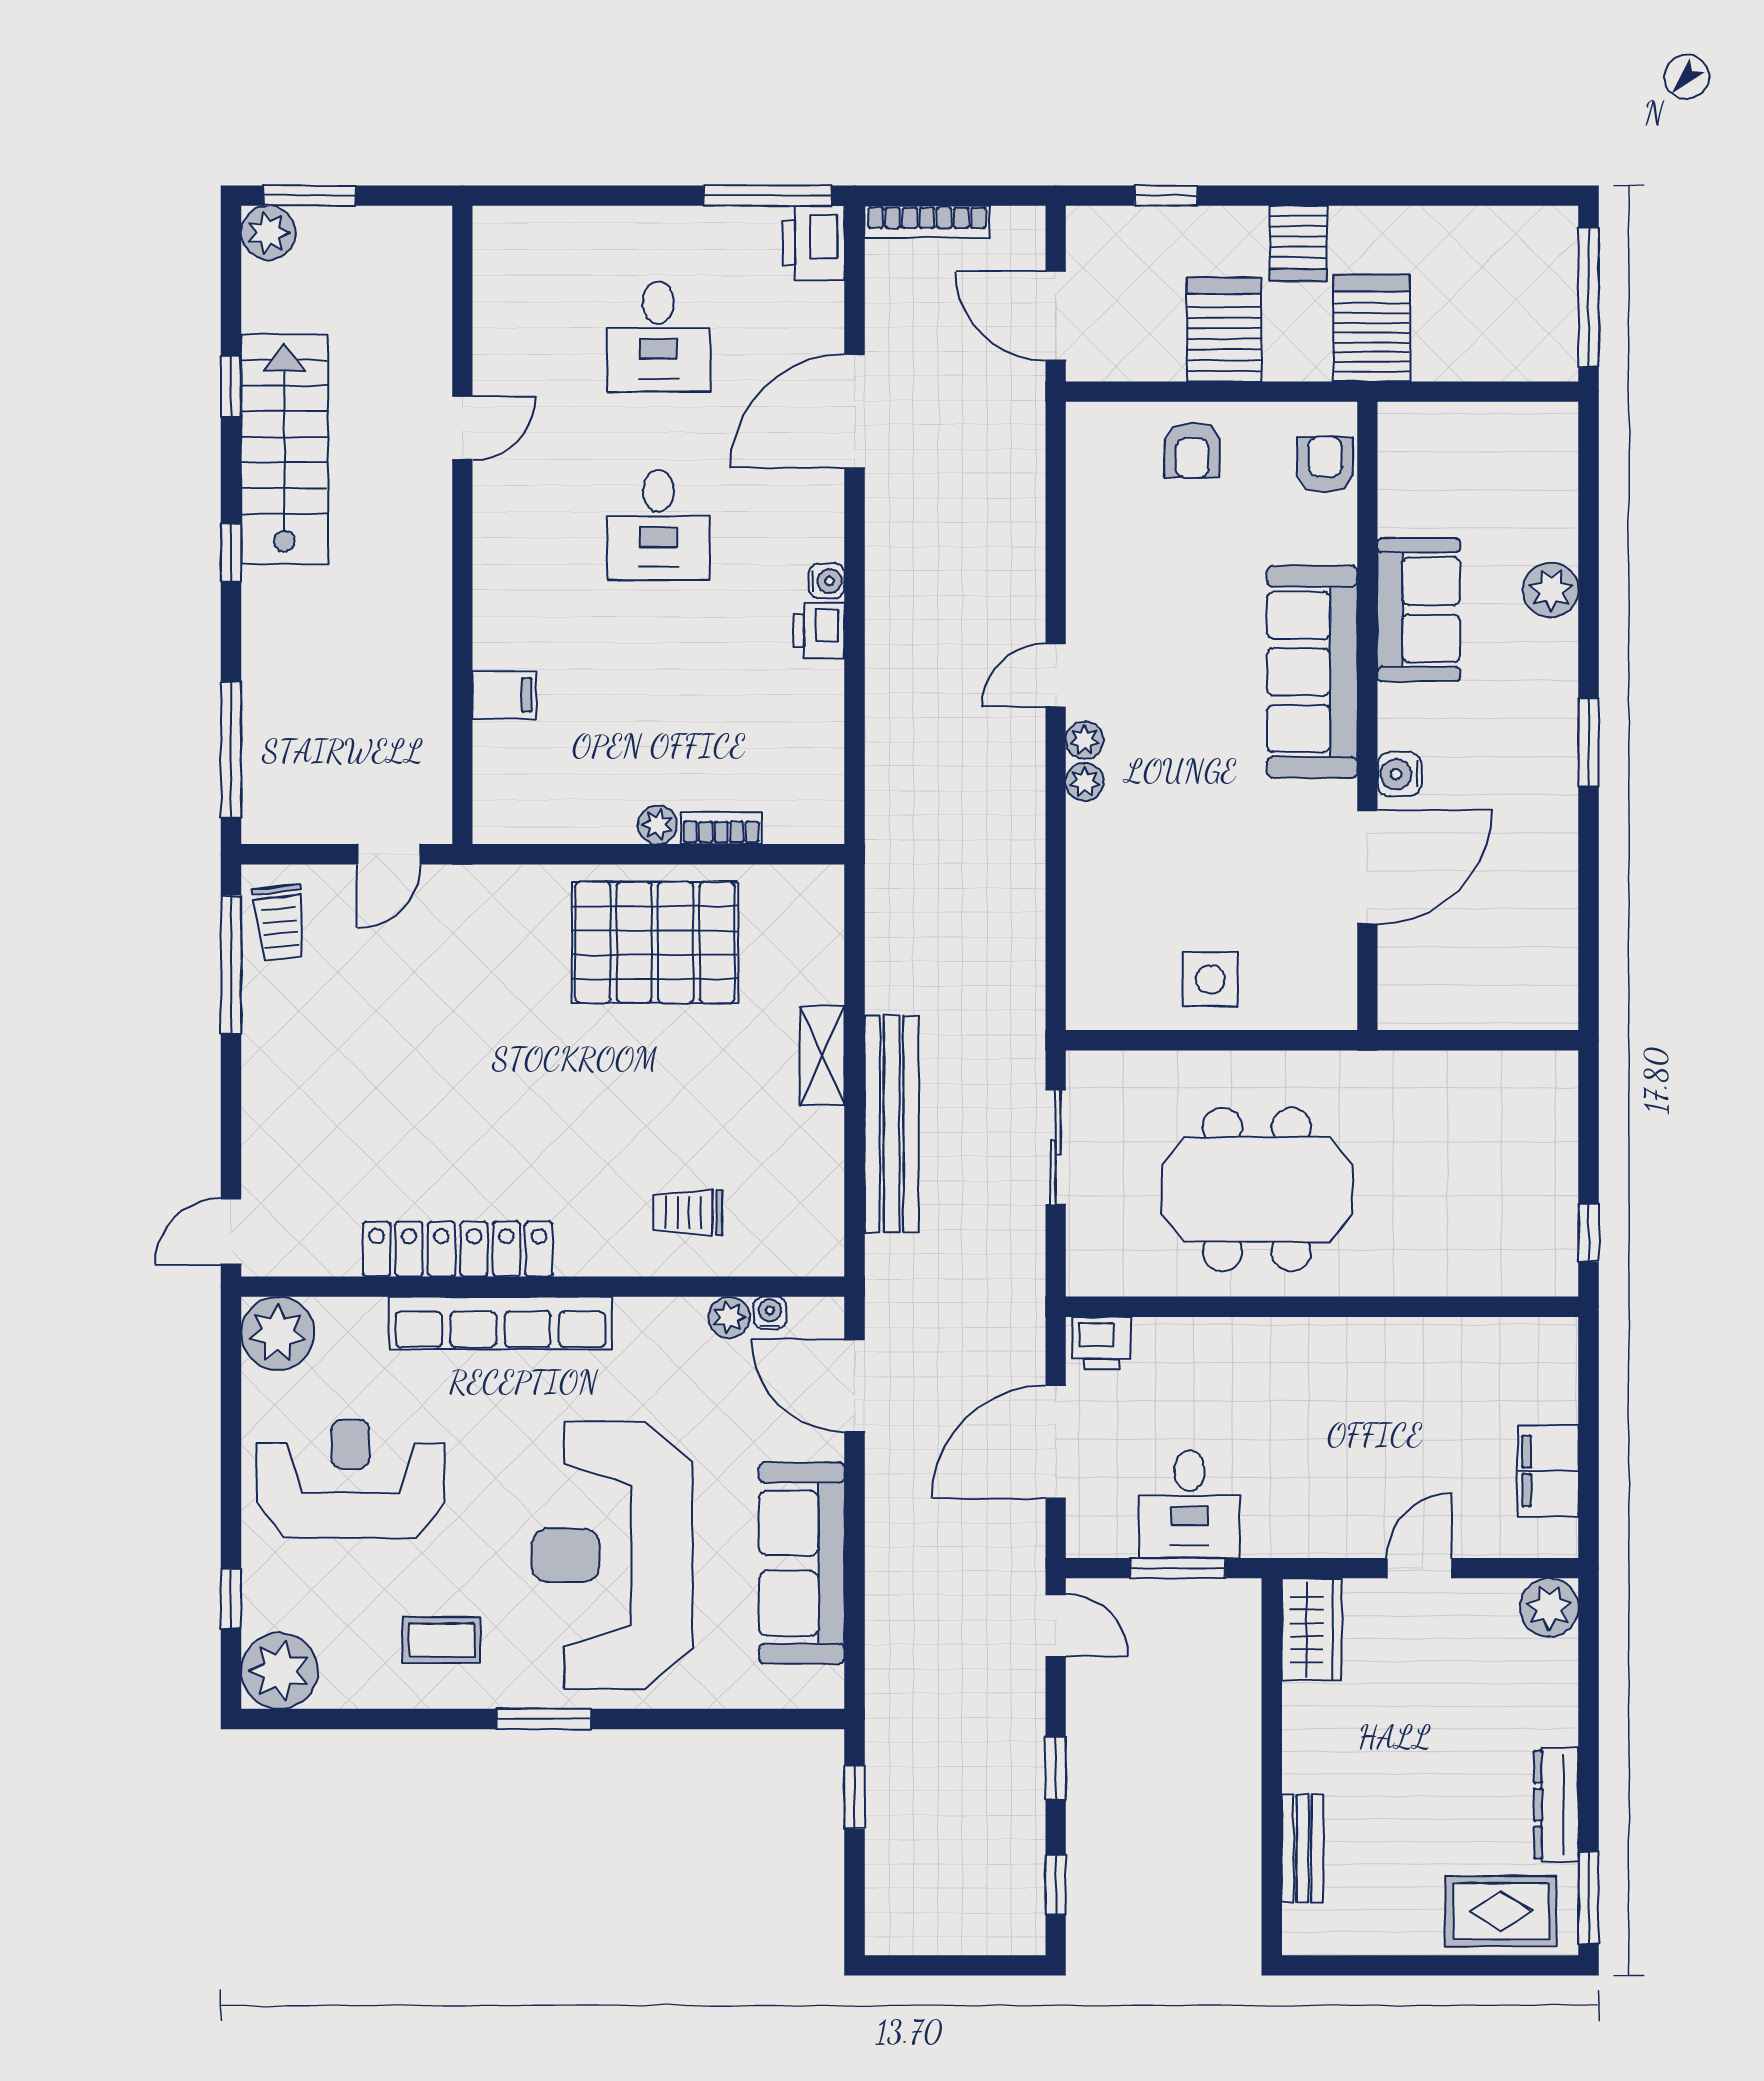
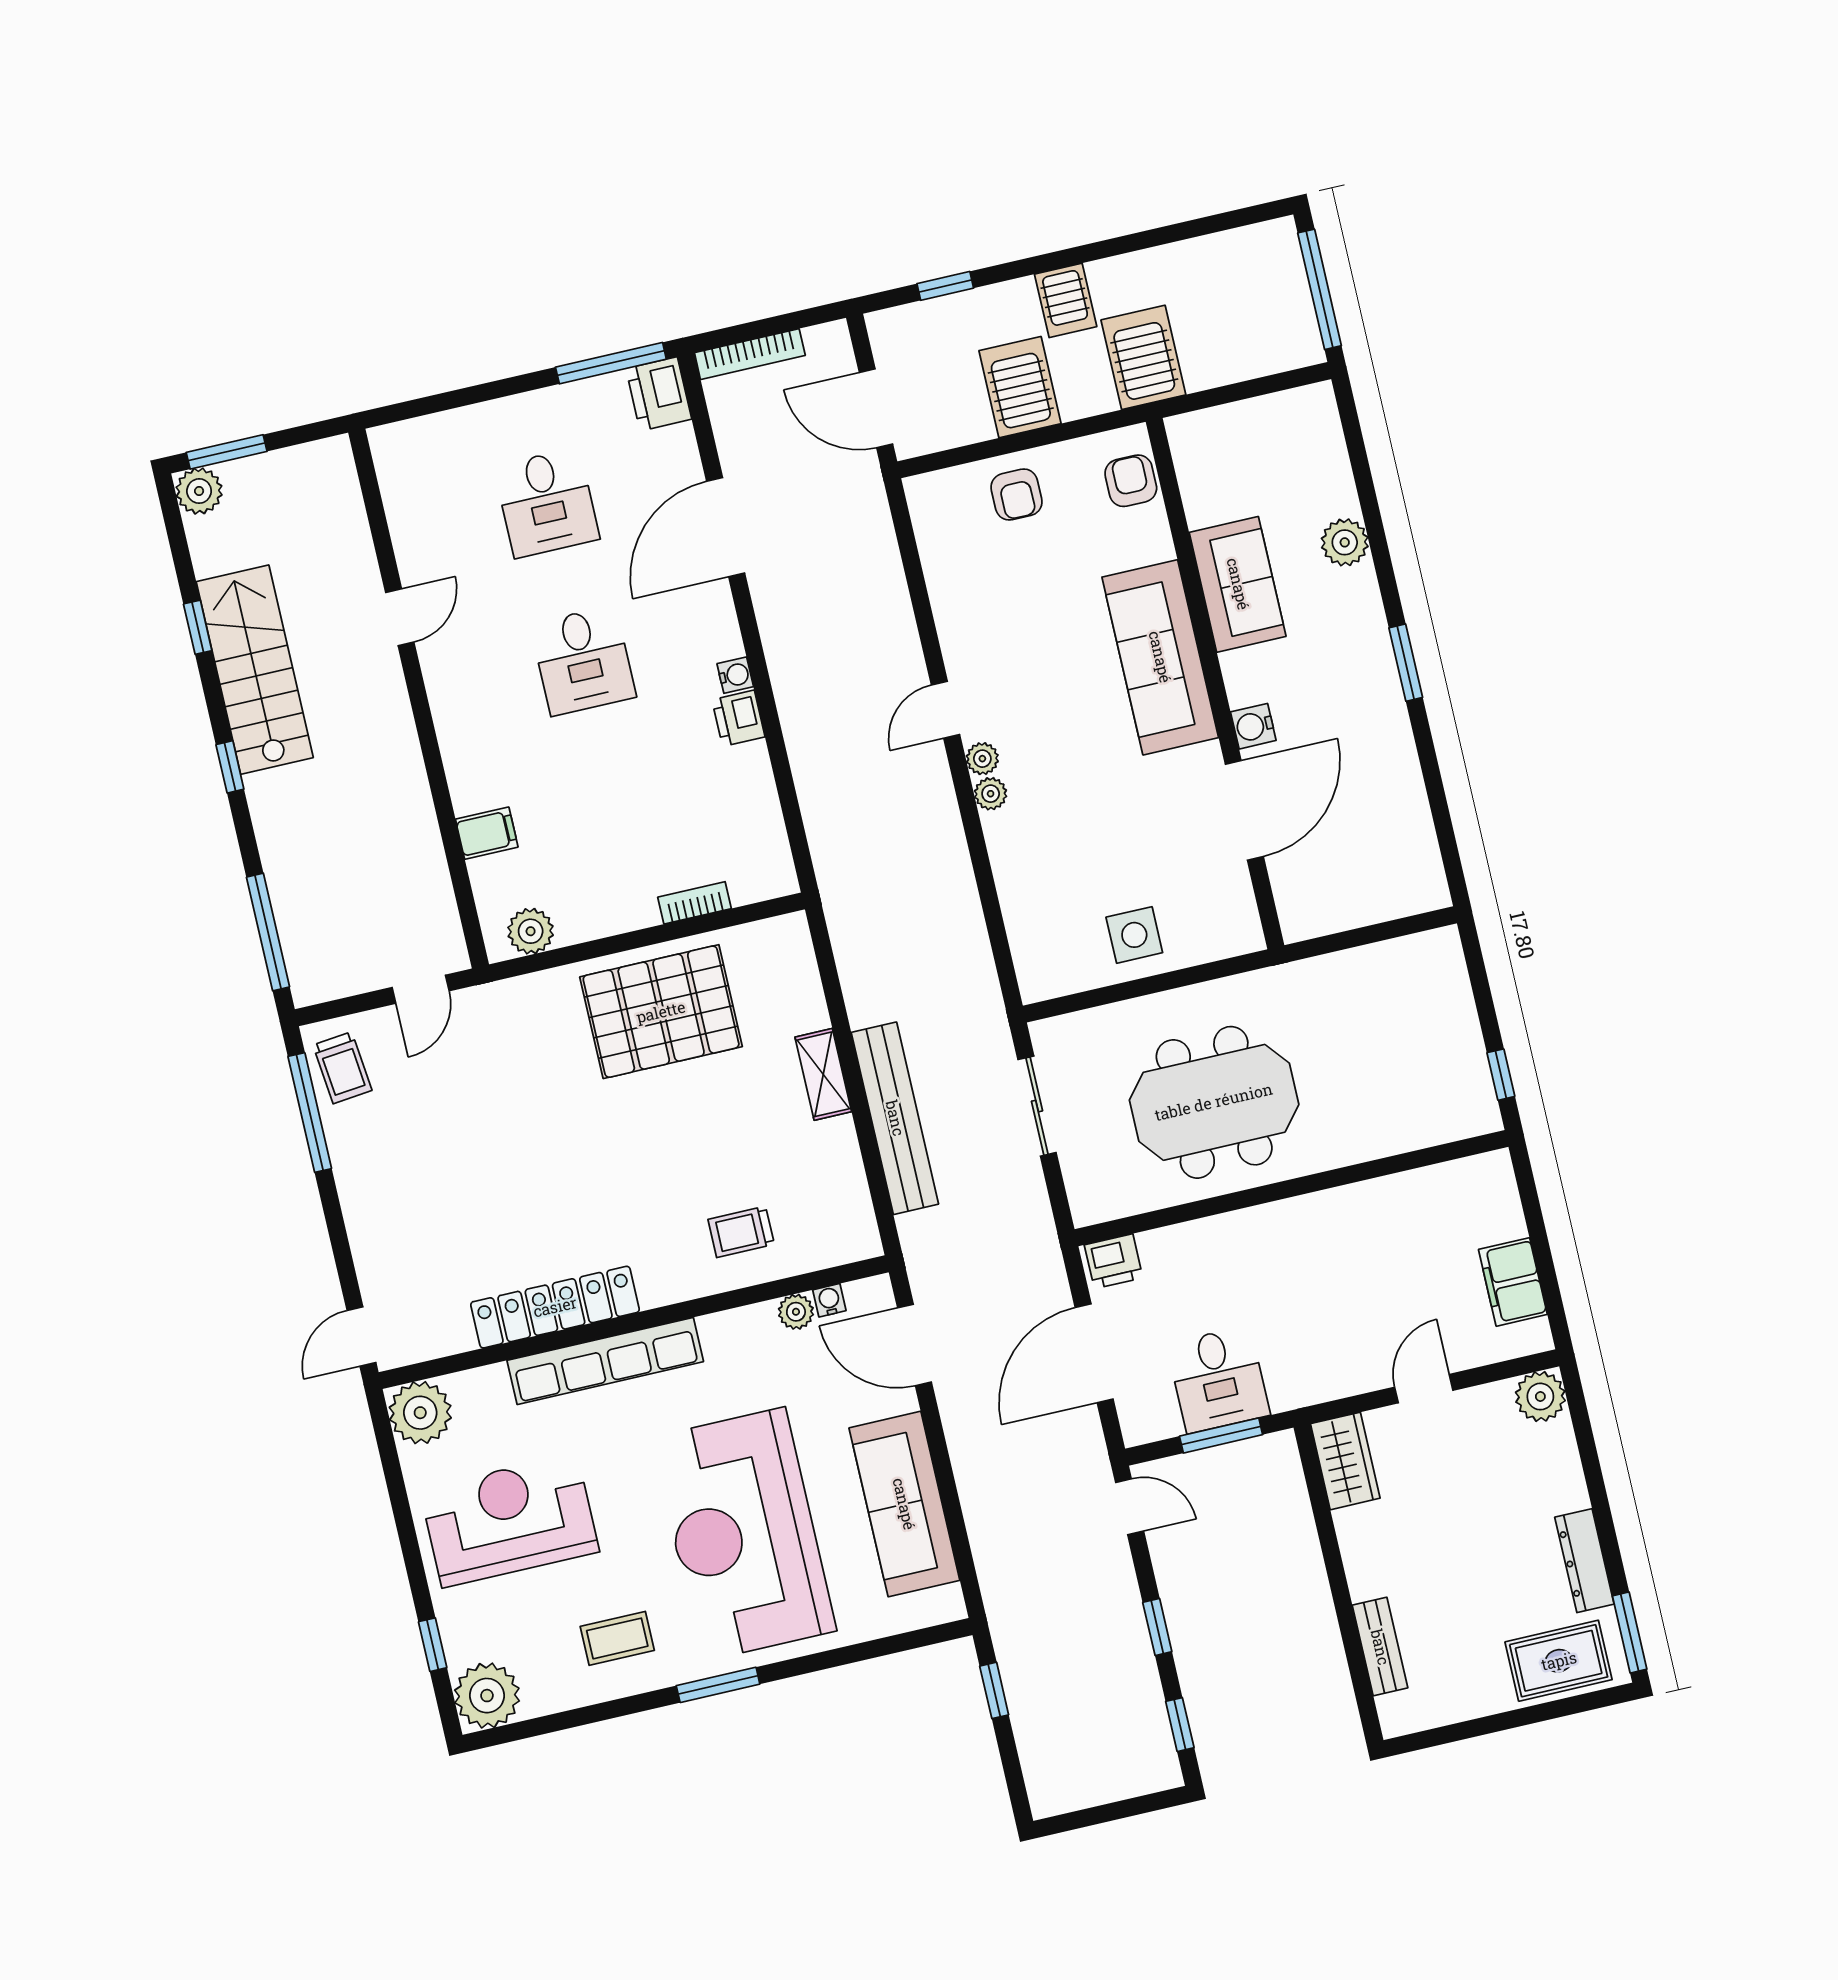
plant: (658, 825) -> (531, 931), moved, width x1.38, depth x1.38

